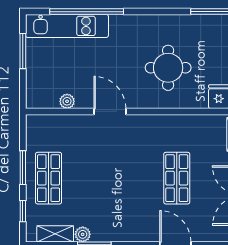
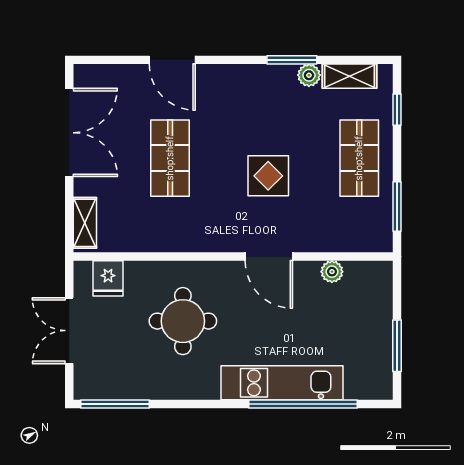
kitchen unit: (67, 26) -> (282, 383), moved
display table: (110, 166) -> (268, 176), added
window: (23, 168) -> (397, 207), moved

